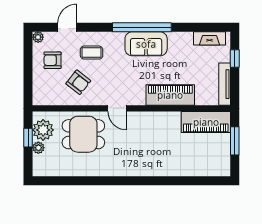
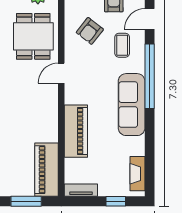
door: (67, 27) -> (150, 19), swing flipped
window: (142, 27) -> (150, 76), moved
sofa: (146, 44) -> (132, 105), width x1.36
tv unit: (225, 84) -> (81, 190), width x0.71

